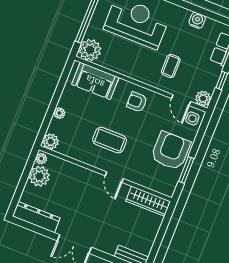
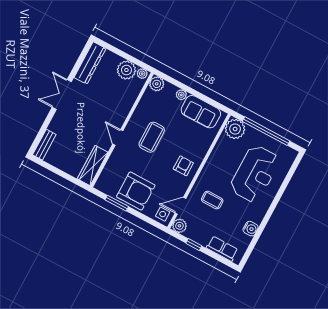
sofa: (95, 81) -> (201, 112), moved, turned -90
door: (114, 177) -> (118, 137), hinge flipped

